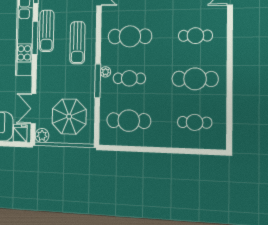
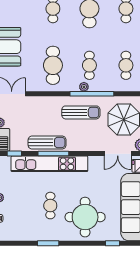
sun lounger: (77, 43) -> (81, 112), moved
window: (98, 81) -> (92, 94), width x1.46
cafe table: (129, 121) -> (126, 65), width x0.73, depth x0.74

